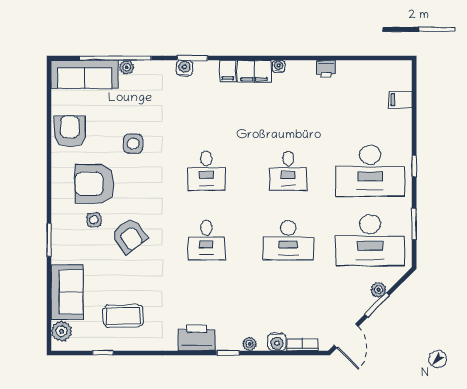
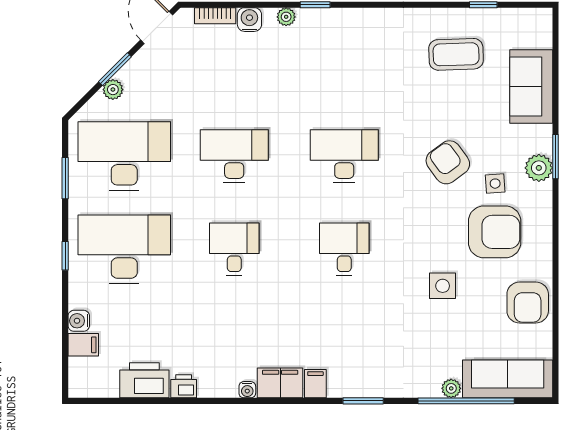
water cooler: (184, 68) -> (79, 321), moved, turned 90
desk: (206, 240) -> (344, 156), width x1.37
plant: (62, 331) -> (539, 168), moved
printer: (197, 338) -> (144, 380), moved, turned 180

